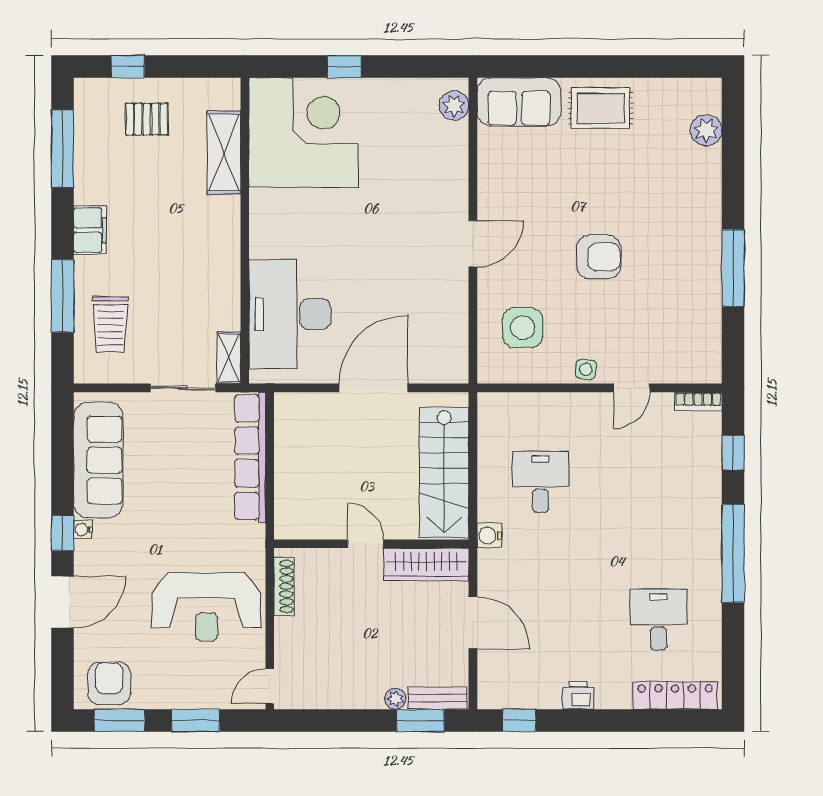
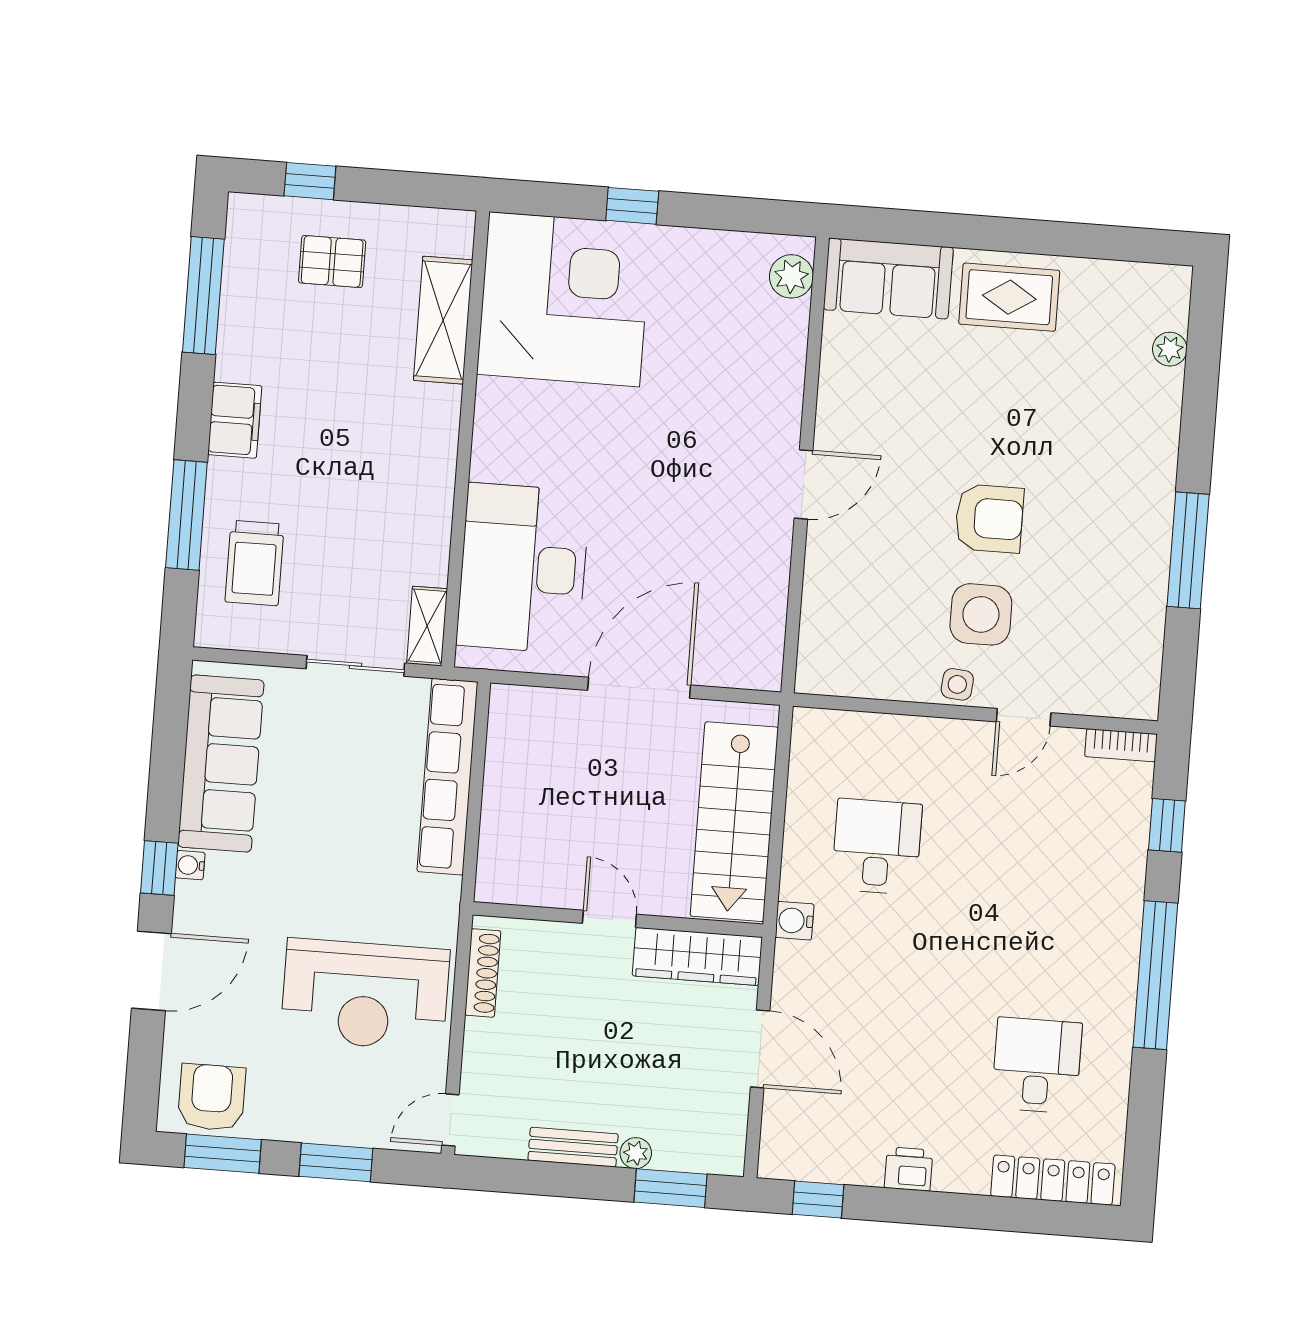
plant: (706, 130) -> (1170, 349), width x0.73, depth x0.73
side table: (523, 328) -> (981, 614), moved
bench: (437, 698) -> (573, 1147), moved

